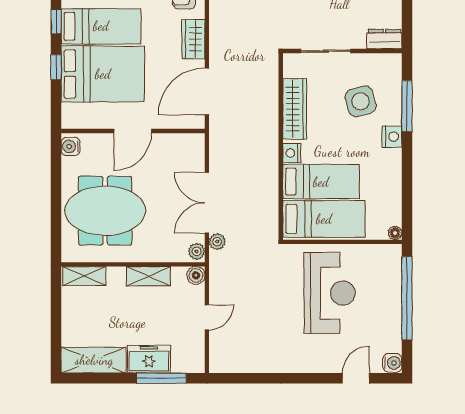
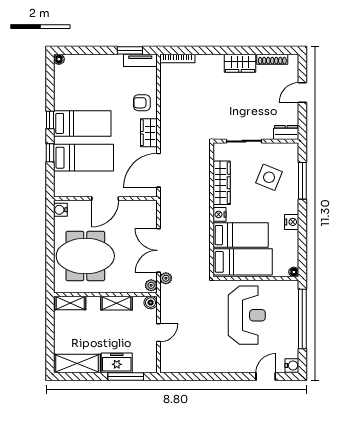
bed: (103, 74) -> (84, 158), width x0.67
side table: (361, 101) -> (269, 177), turned 37
nightstand: (392, 137) -> (292, 222), moved

